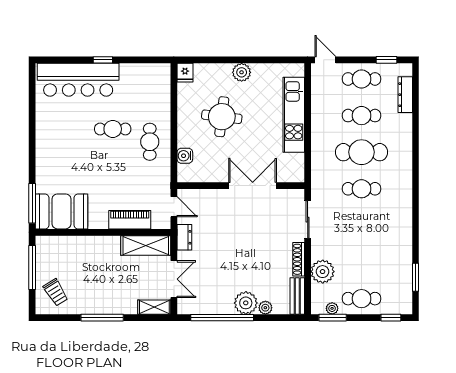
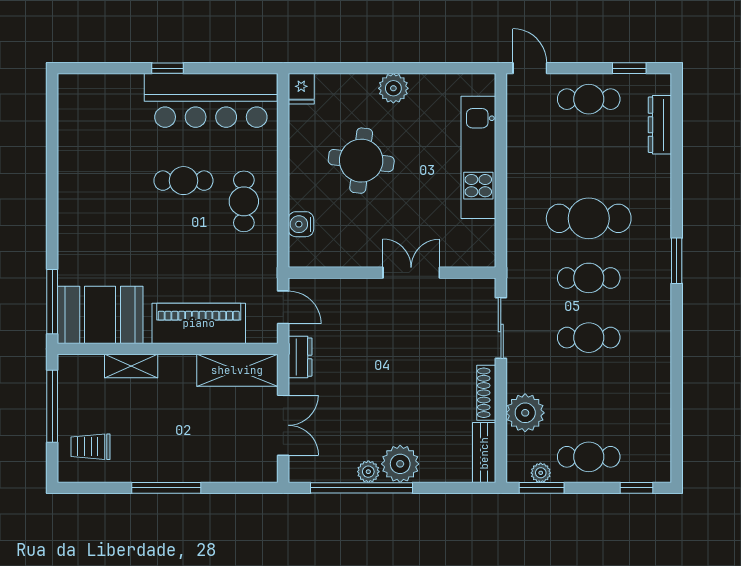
bar counter: (78, 80) -> (211, 100), moved
cafe table: (362, 116) -> (589, 338), moved
double door: (253, 186) -> (411, 273), width x0.73
piano: (130, 220) -> (199, 323), width x1.37, depth x1.33
window: (415, 277) -> (677, 261), moved
trolley: (56, 292) -> (90, 447), turned 122
shelving: (154, 307) -> (131, 366), moved
plant: (265, 308) -> (368, 472), moved

